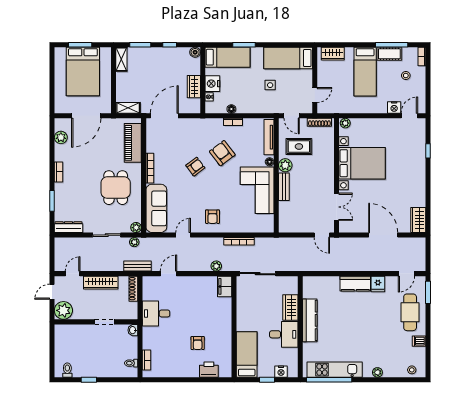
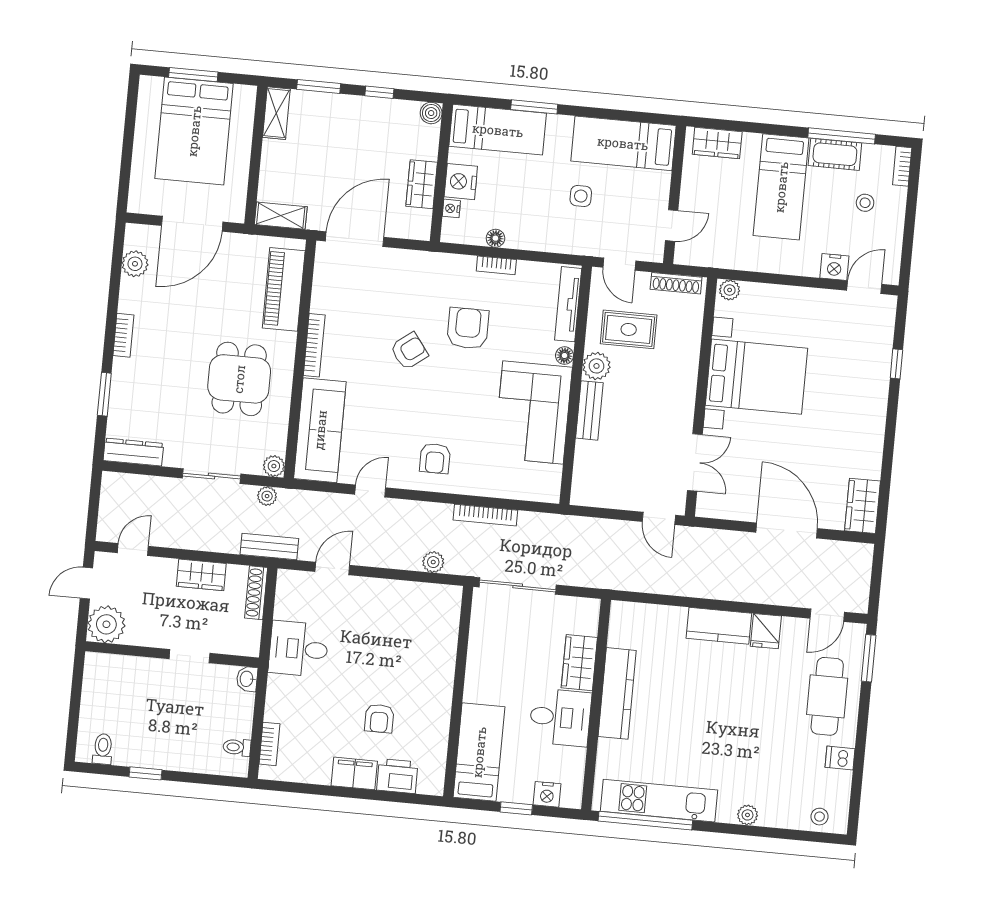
armchair: (222, 153) -> (468, 328), turned 37
wardrobe: (101, 283) -> (201, 575), width x0.67
filing cabinet: (225, 286) -> (354, 773), moved, turned 90

